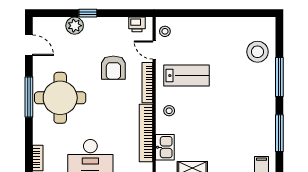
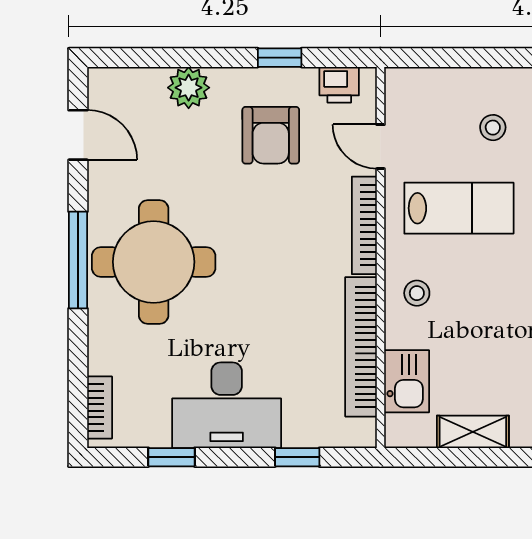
window: (88, 13) -> (280, 58), moved
stool: (165, 31) -> (493, 128), moved
armchair: (113, 68) -> (271, 135), moved

